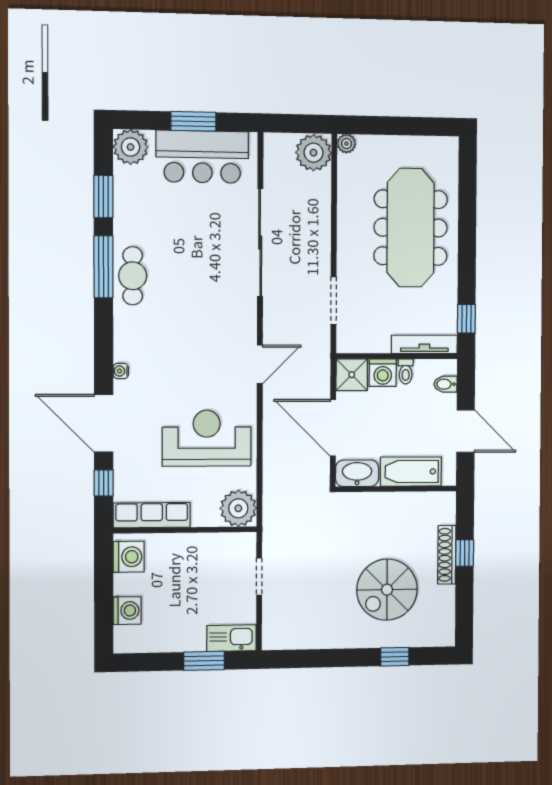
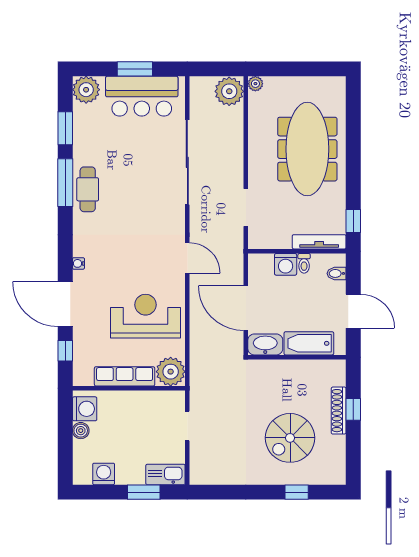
door: (260, 364) -> (187, 258), hinge flipped
shower: (352, 375) -> (261, 266), removed
row of seats: (152, 515) -> (125, 376), moved
boiler: (124, 584) -> (81, 431), added
washing machine: (127, 611) -> (104, 474), moved, turned -90

